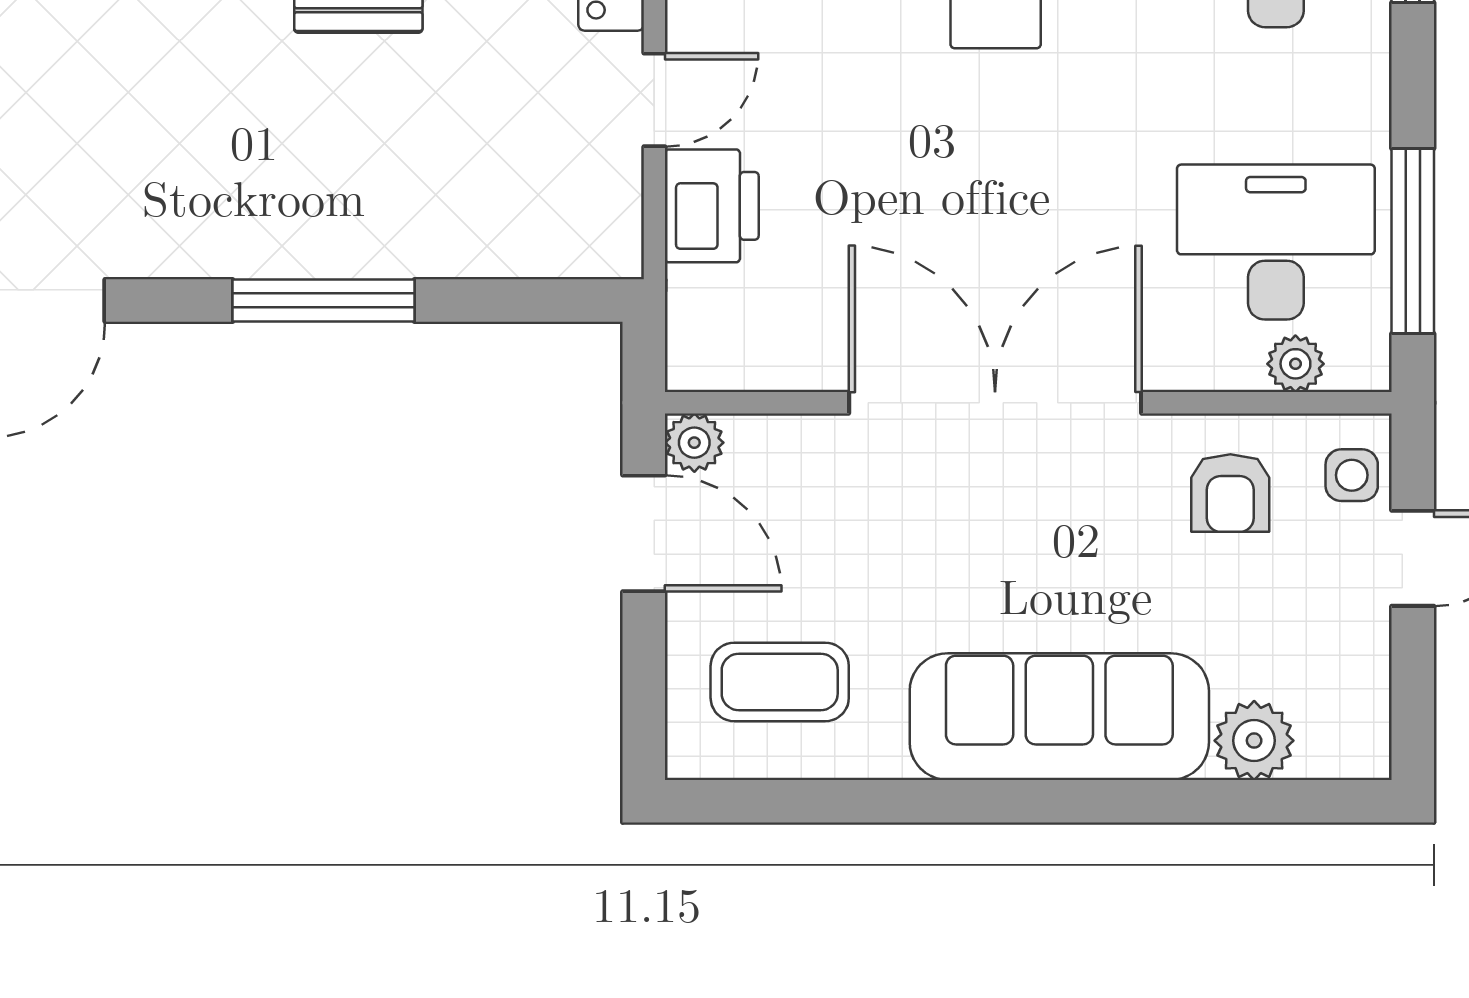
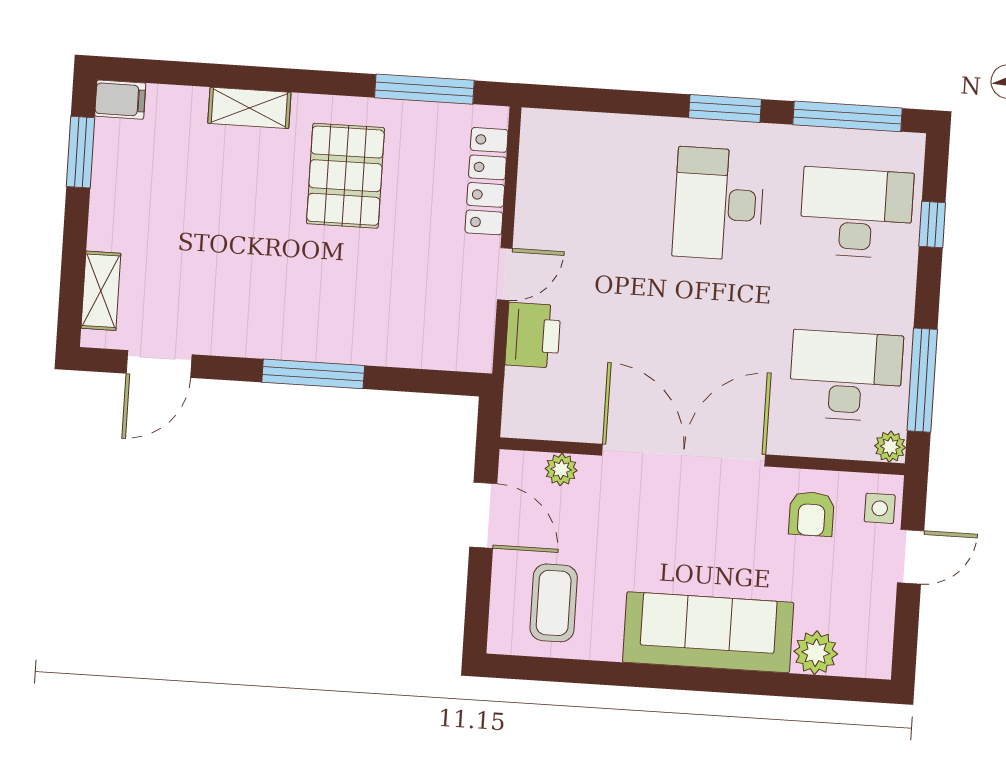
plant: (1295, 364) -> (890, 447), moved
plant: (694, 443) -> (561, 469), moved
coffee table: (780, 682) -> (554, 603), turned 90

